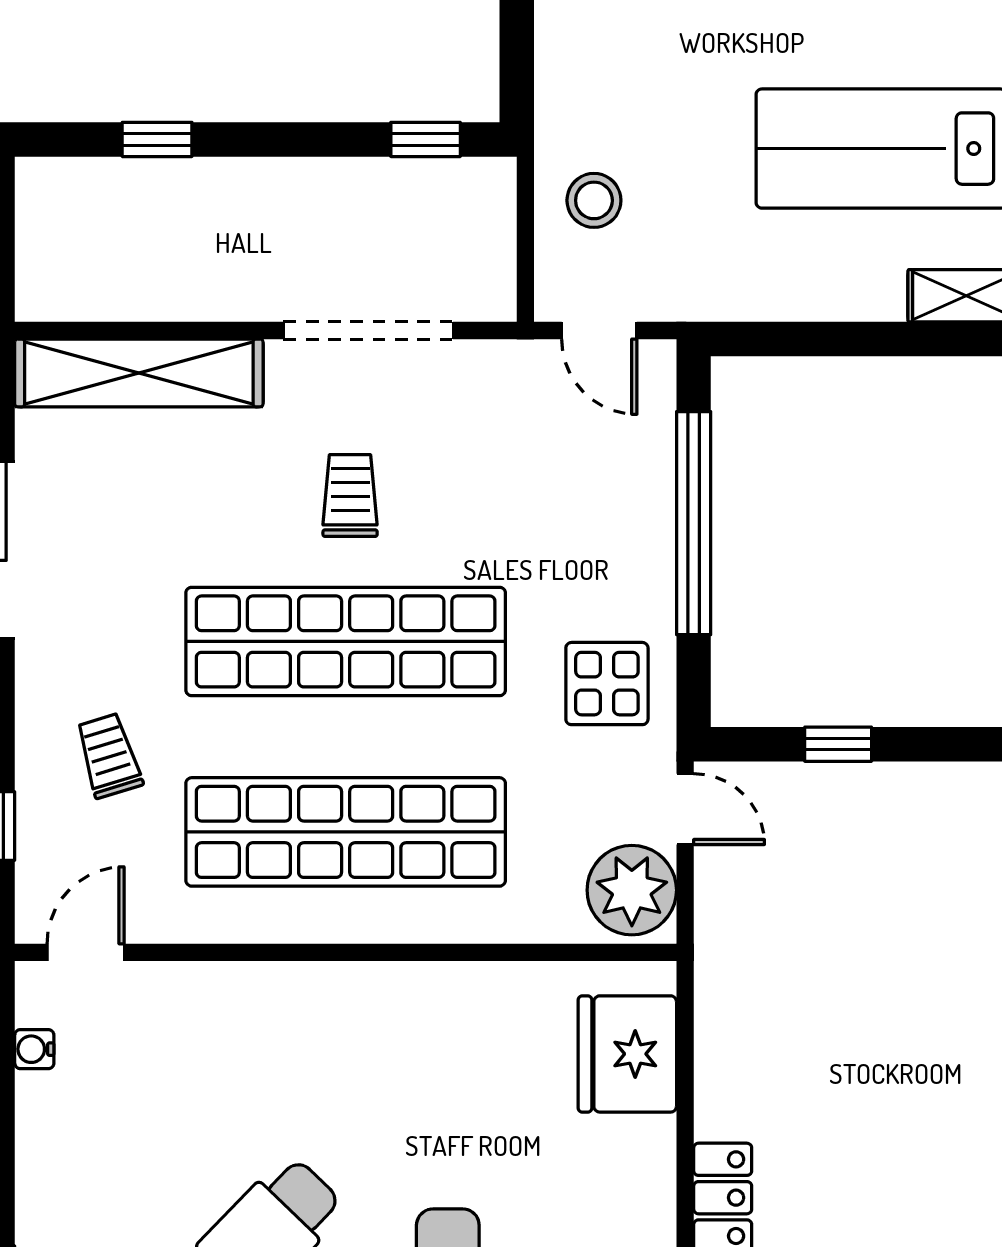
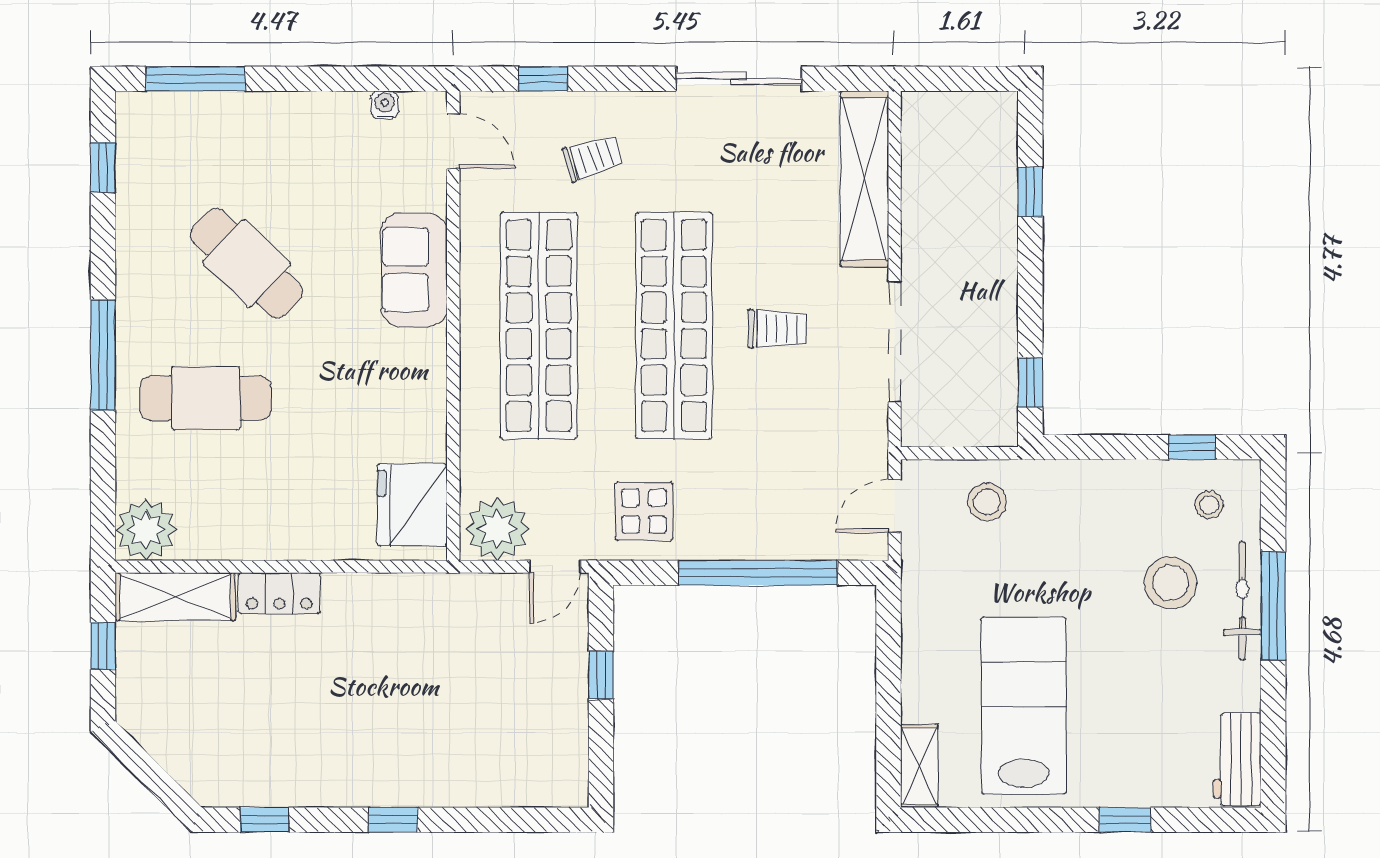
sofa: (267, 1007) -> (414, 270), added
fridge: (627, 1054) -> (412, 505), moved, turned -90

